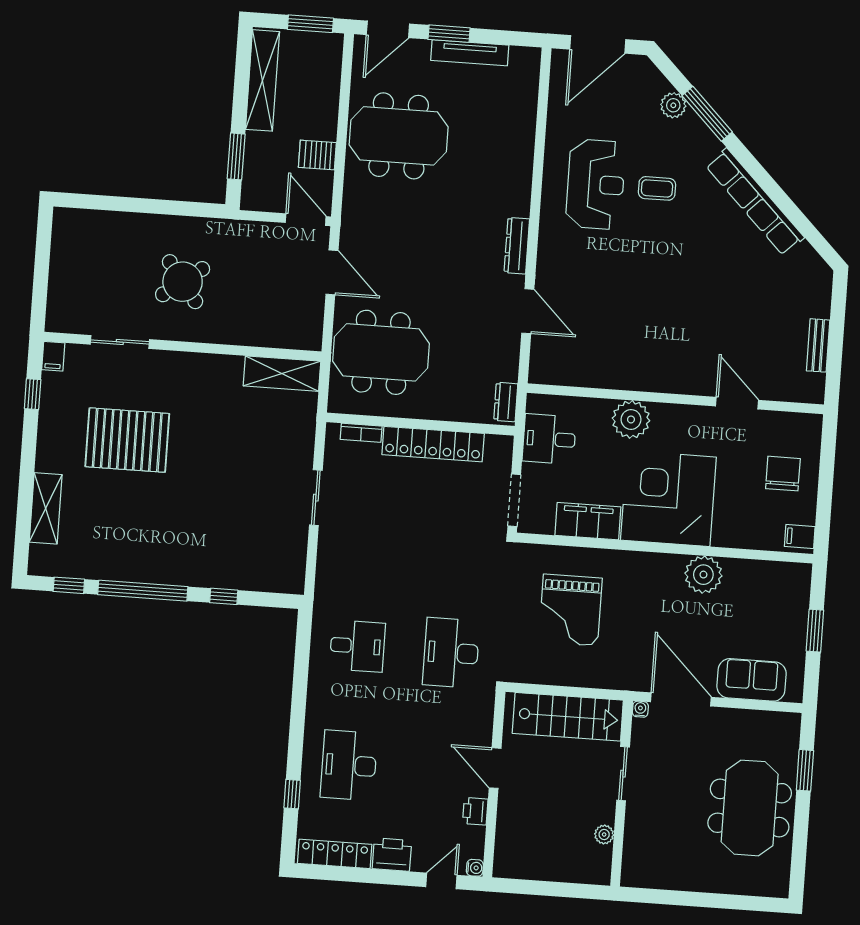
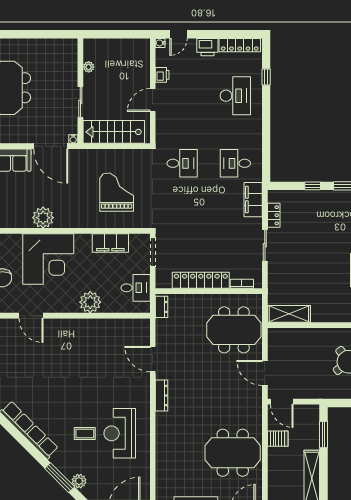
corner desk: (668, 499) -> (48, 259), moved
locker: (296, 550) -> (274, 215), added
filing cabinet: (331, 580) -> (253, 200), added
desk: (451, 653) -> (182, 163), width x0.73
door: (495, 768) -> (153, 100), swing flipped

